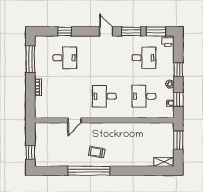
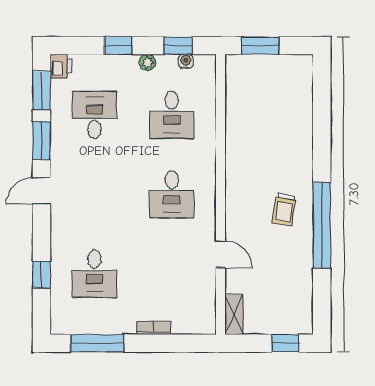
desk: (65, 58) -> (94, 274), turned 180
shelving: (164, 162) -> (234, 314), moved

